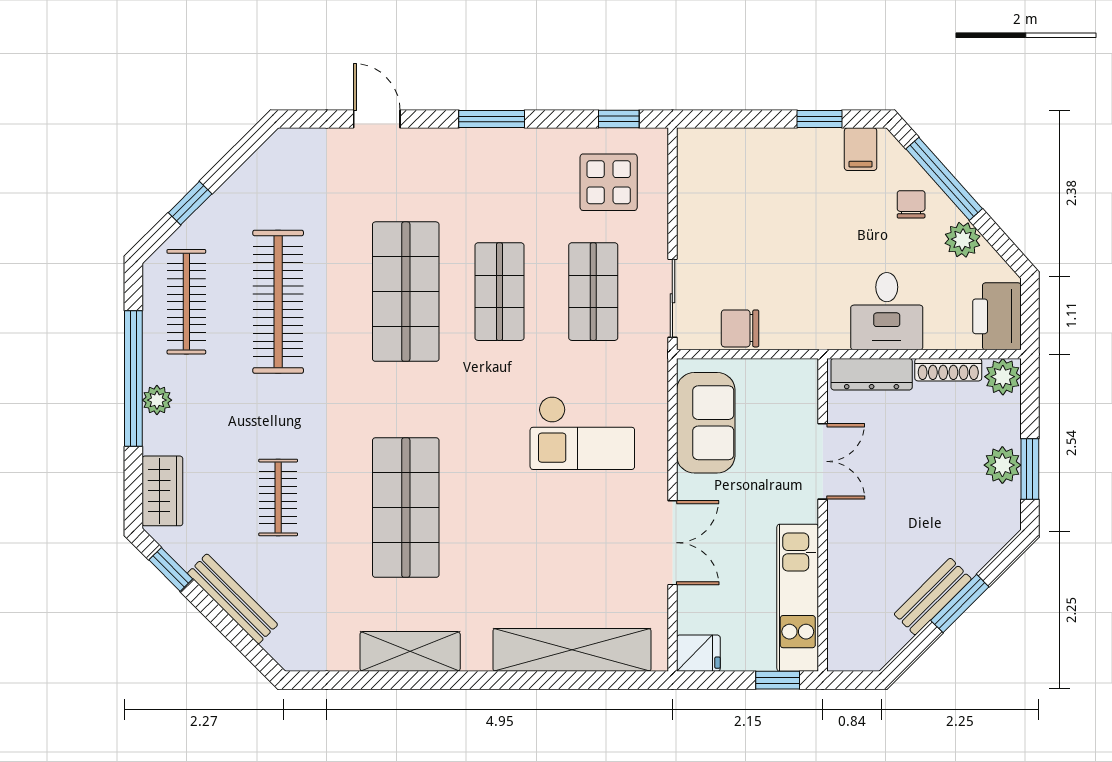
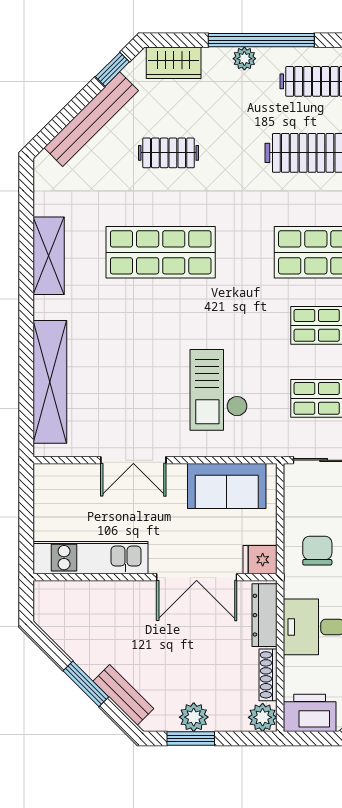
chair: (740, 328) -> (317, 551), moved
double door: (823, 461) -> (197, 577), width x1.37
bench: (933, 597) -> (123, 695), moved
bench: (233, 599) -> (91, 119), width x1.37, depth x1.21
fridge: (698, 653) -> (260, 560), moved, turned 90
window: (778, 680) -> (26, 542), removed

